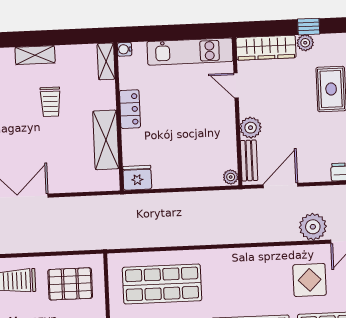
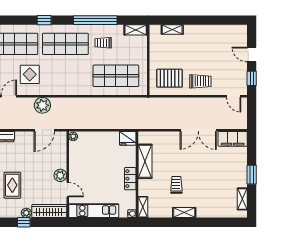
plant: (251, 128) -> (60, 175), moved
bench: (249, 160) -> (62, 146), removed
plant: (313, 227) -> (42, 105), moved

